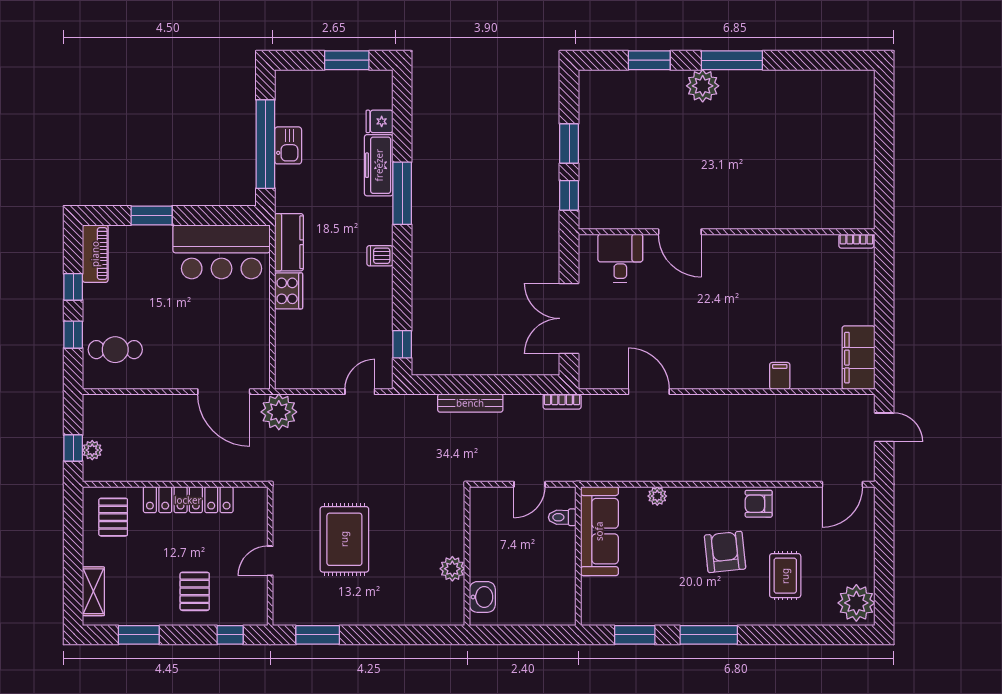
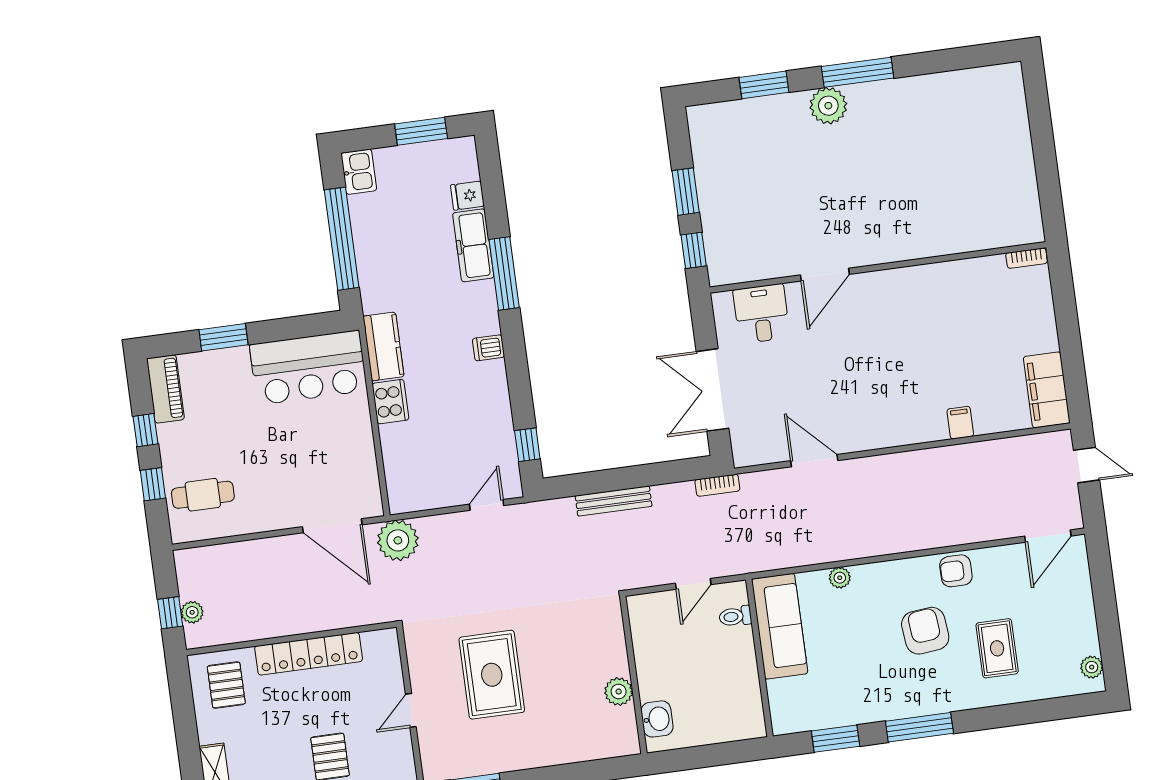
kitchen sink: (288, 145) -> (359, 172), moved
door: (680, 232) -> (825, 275), hinge flipped
plant: (856, 603) -> (1092, 667), width x0.53, depth x0.53

